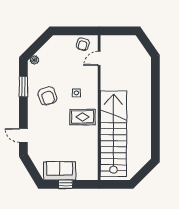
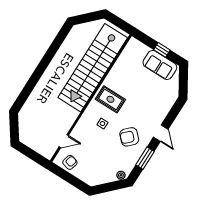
armchair: (47, 96) -> (129, 137), turned -116
door: (23, 135) -> (161, 133), moved

